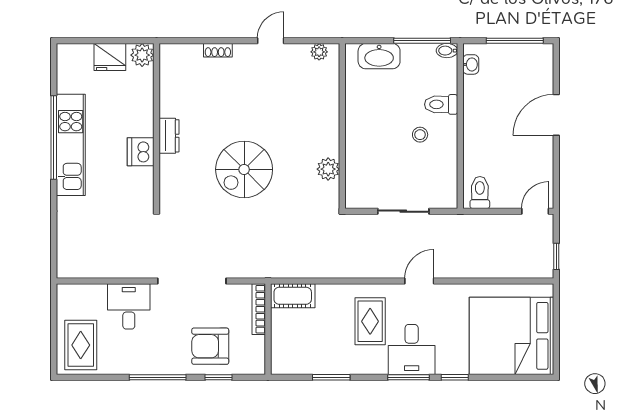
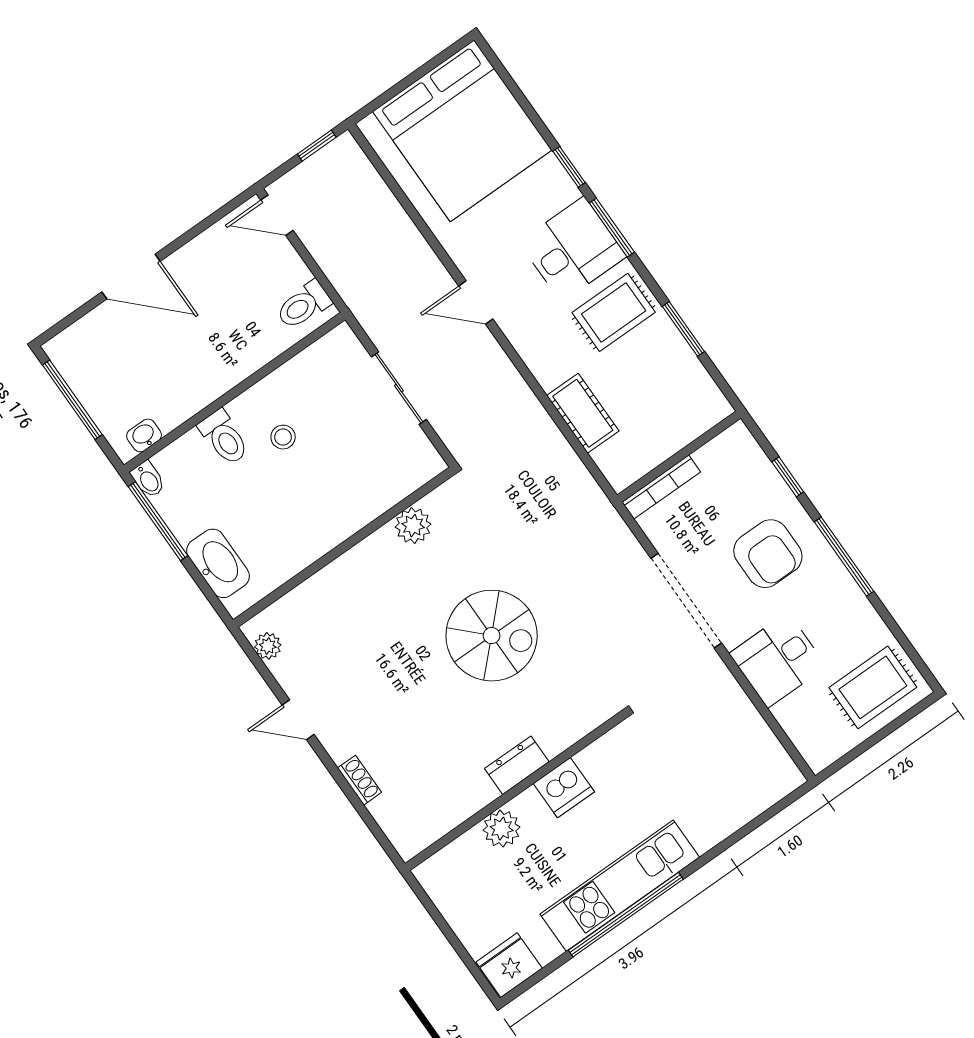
plant: (142, 55) -> (502, 829), moved
fridge: (110, 57) -> (509, 965), moved, turned -90
cot: (293, 296) -> (583, 413), moved
rug: (370, 321) -> (614, 312), moved
armchair: (210, 346) -> (768, 554), moved

